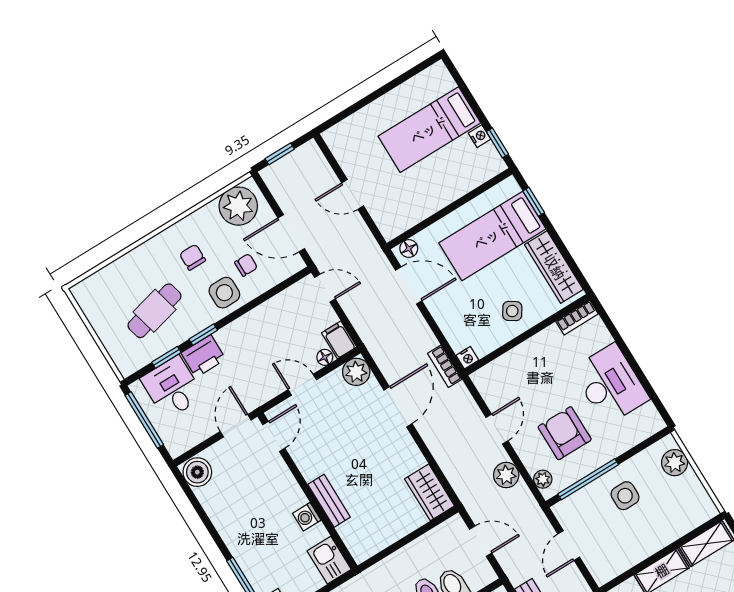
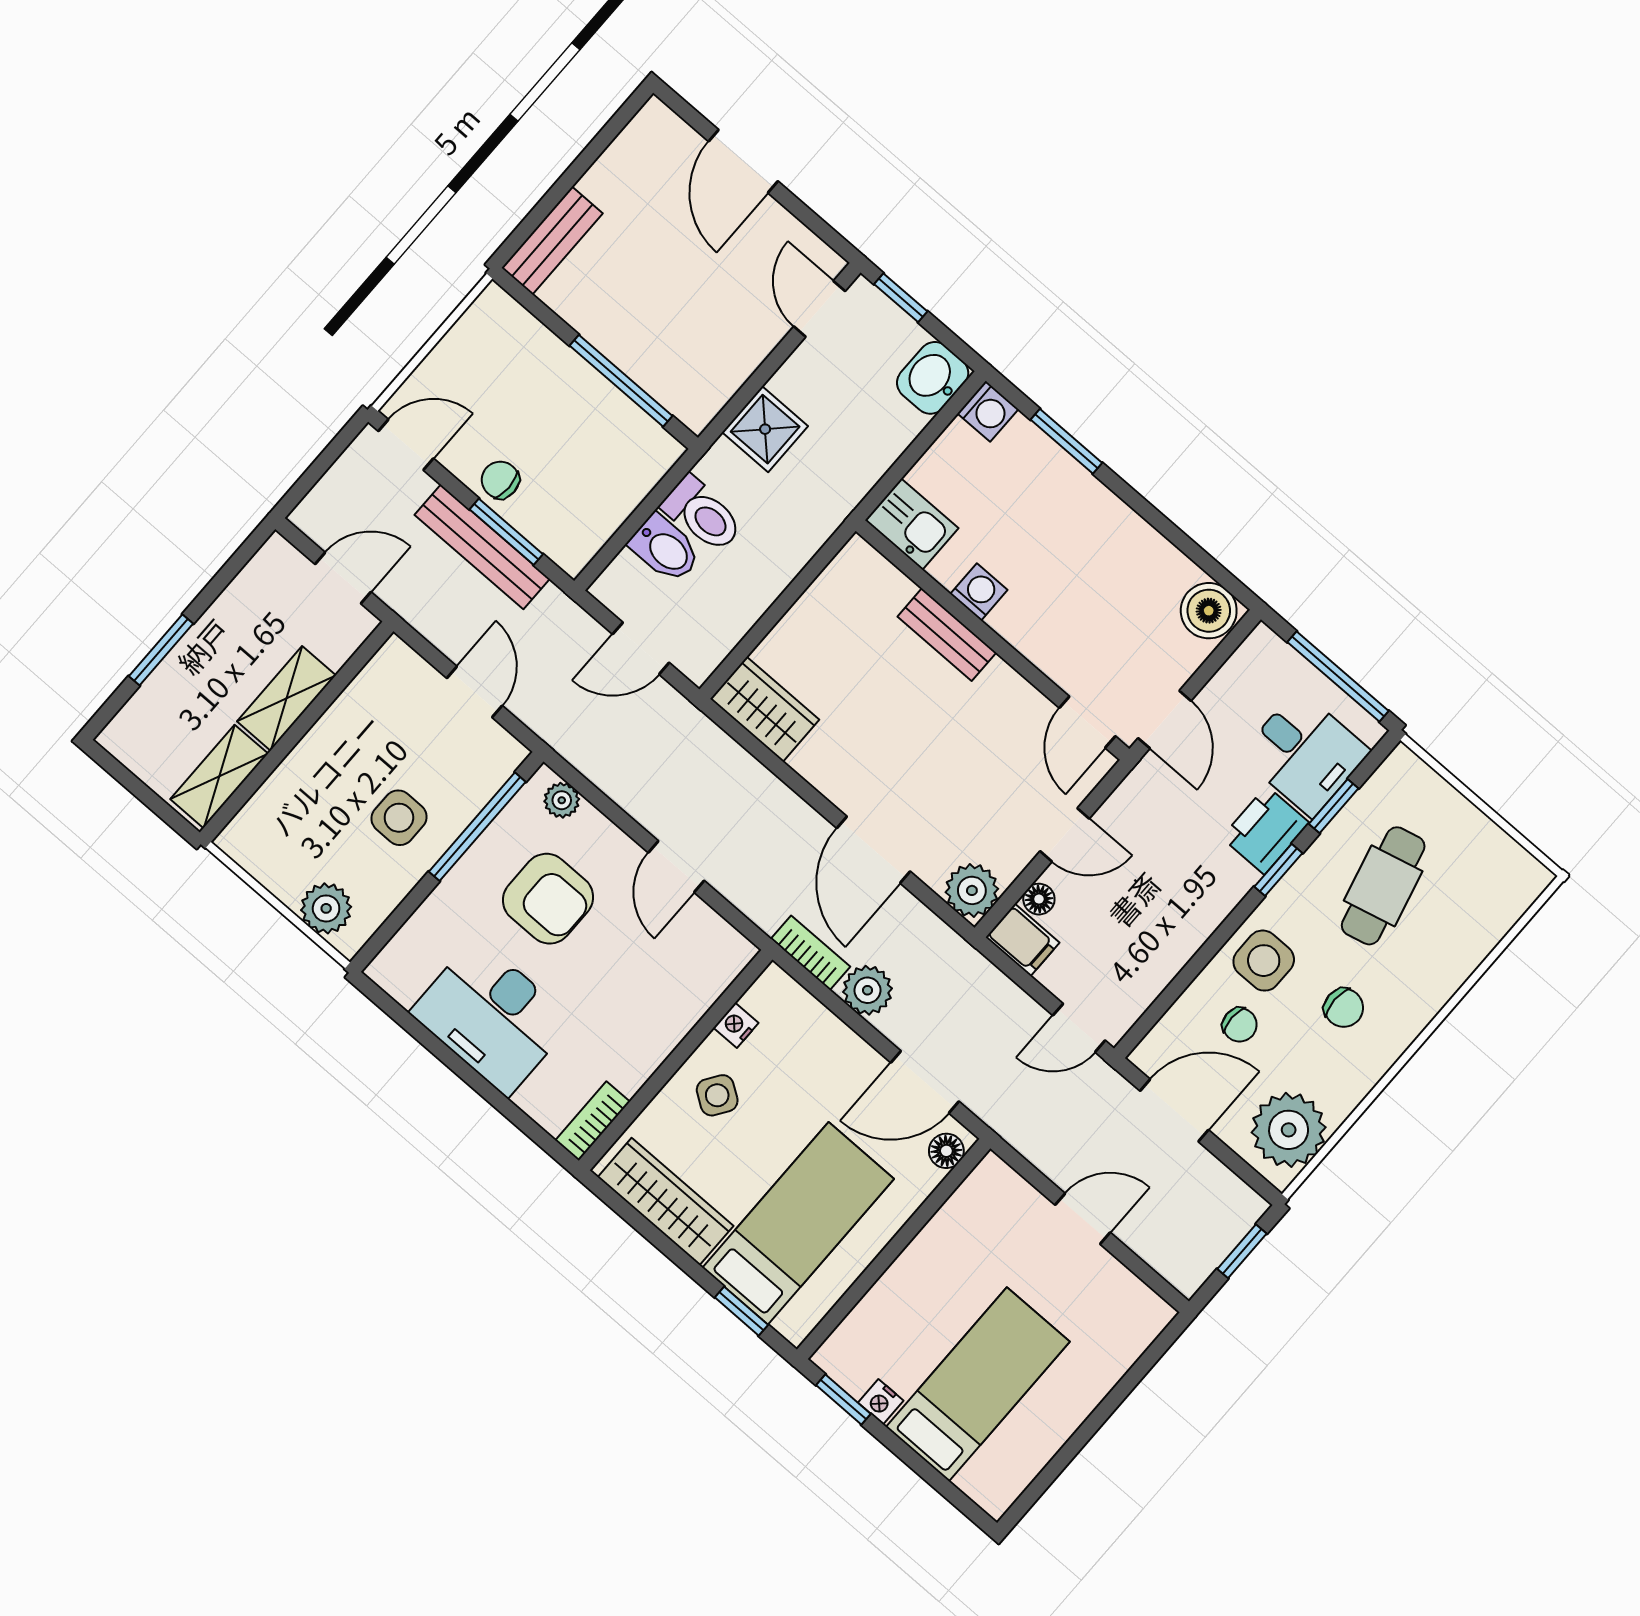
chair: (246, 265) -> (1240, 1025), turned -90
nightstand: (467, 358) -> (736, 1025), moved
plant: (506, 475) -> (867, 990), moved

